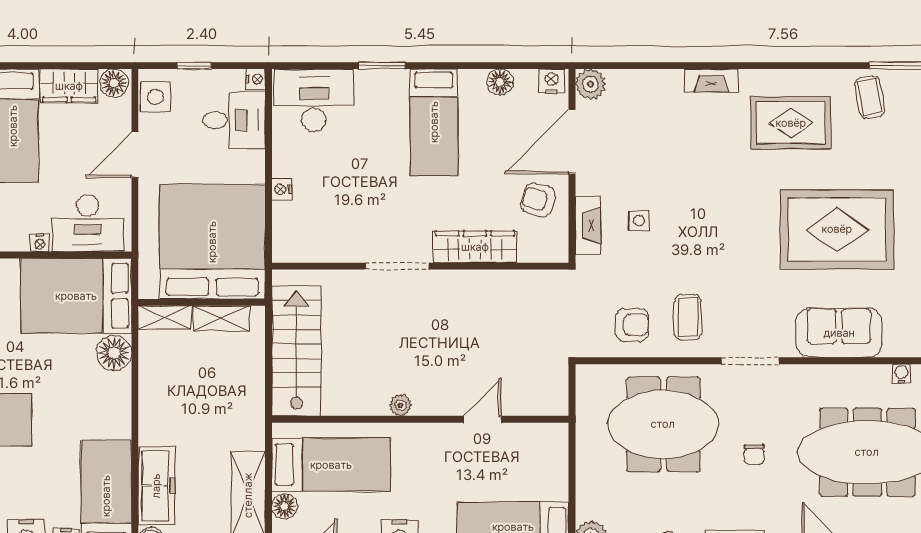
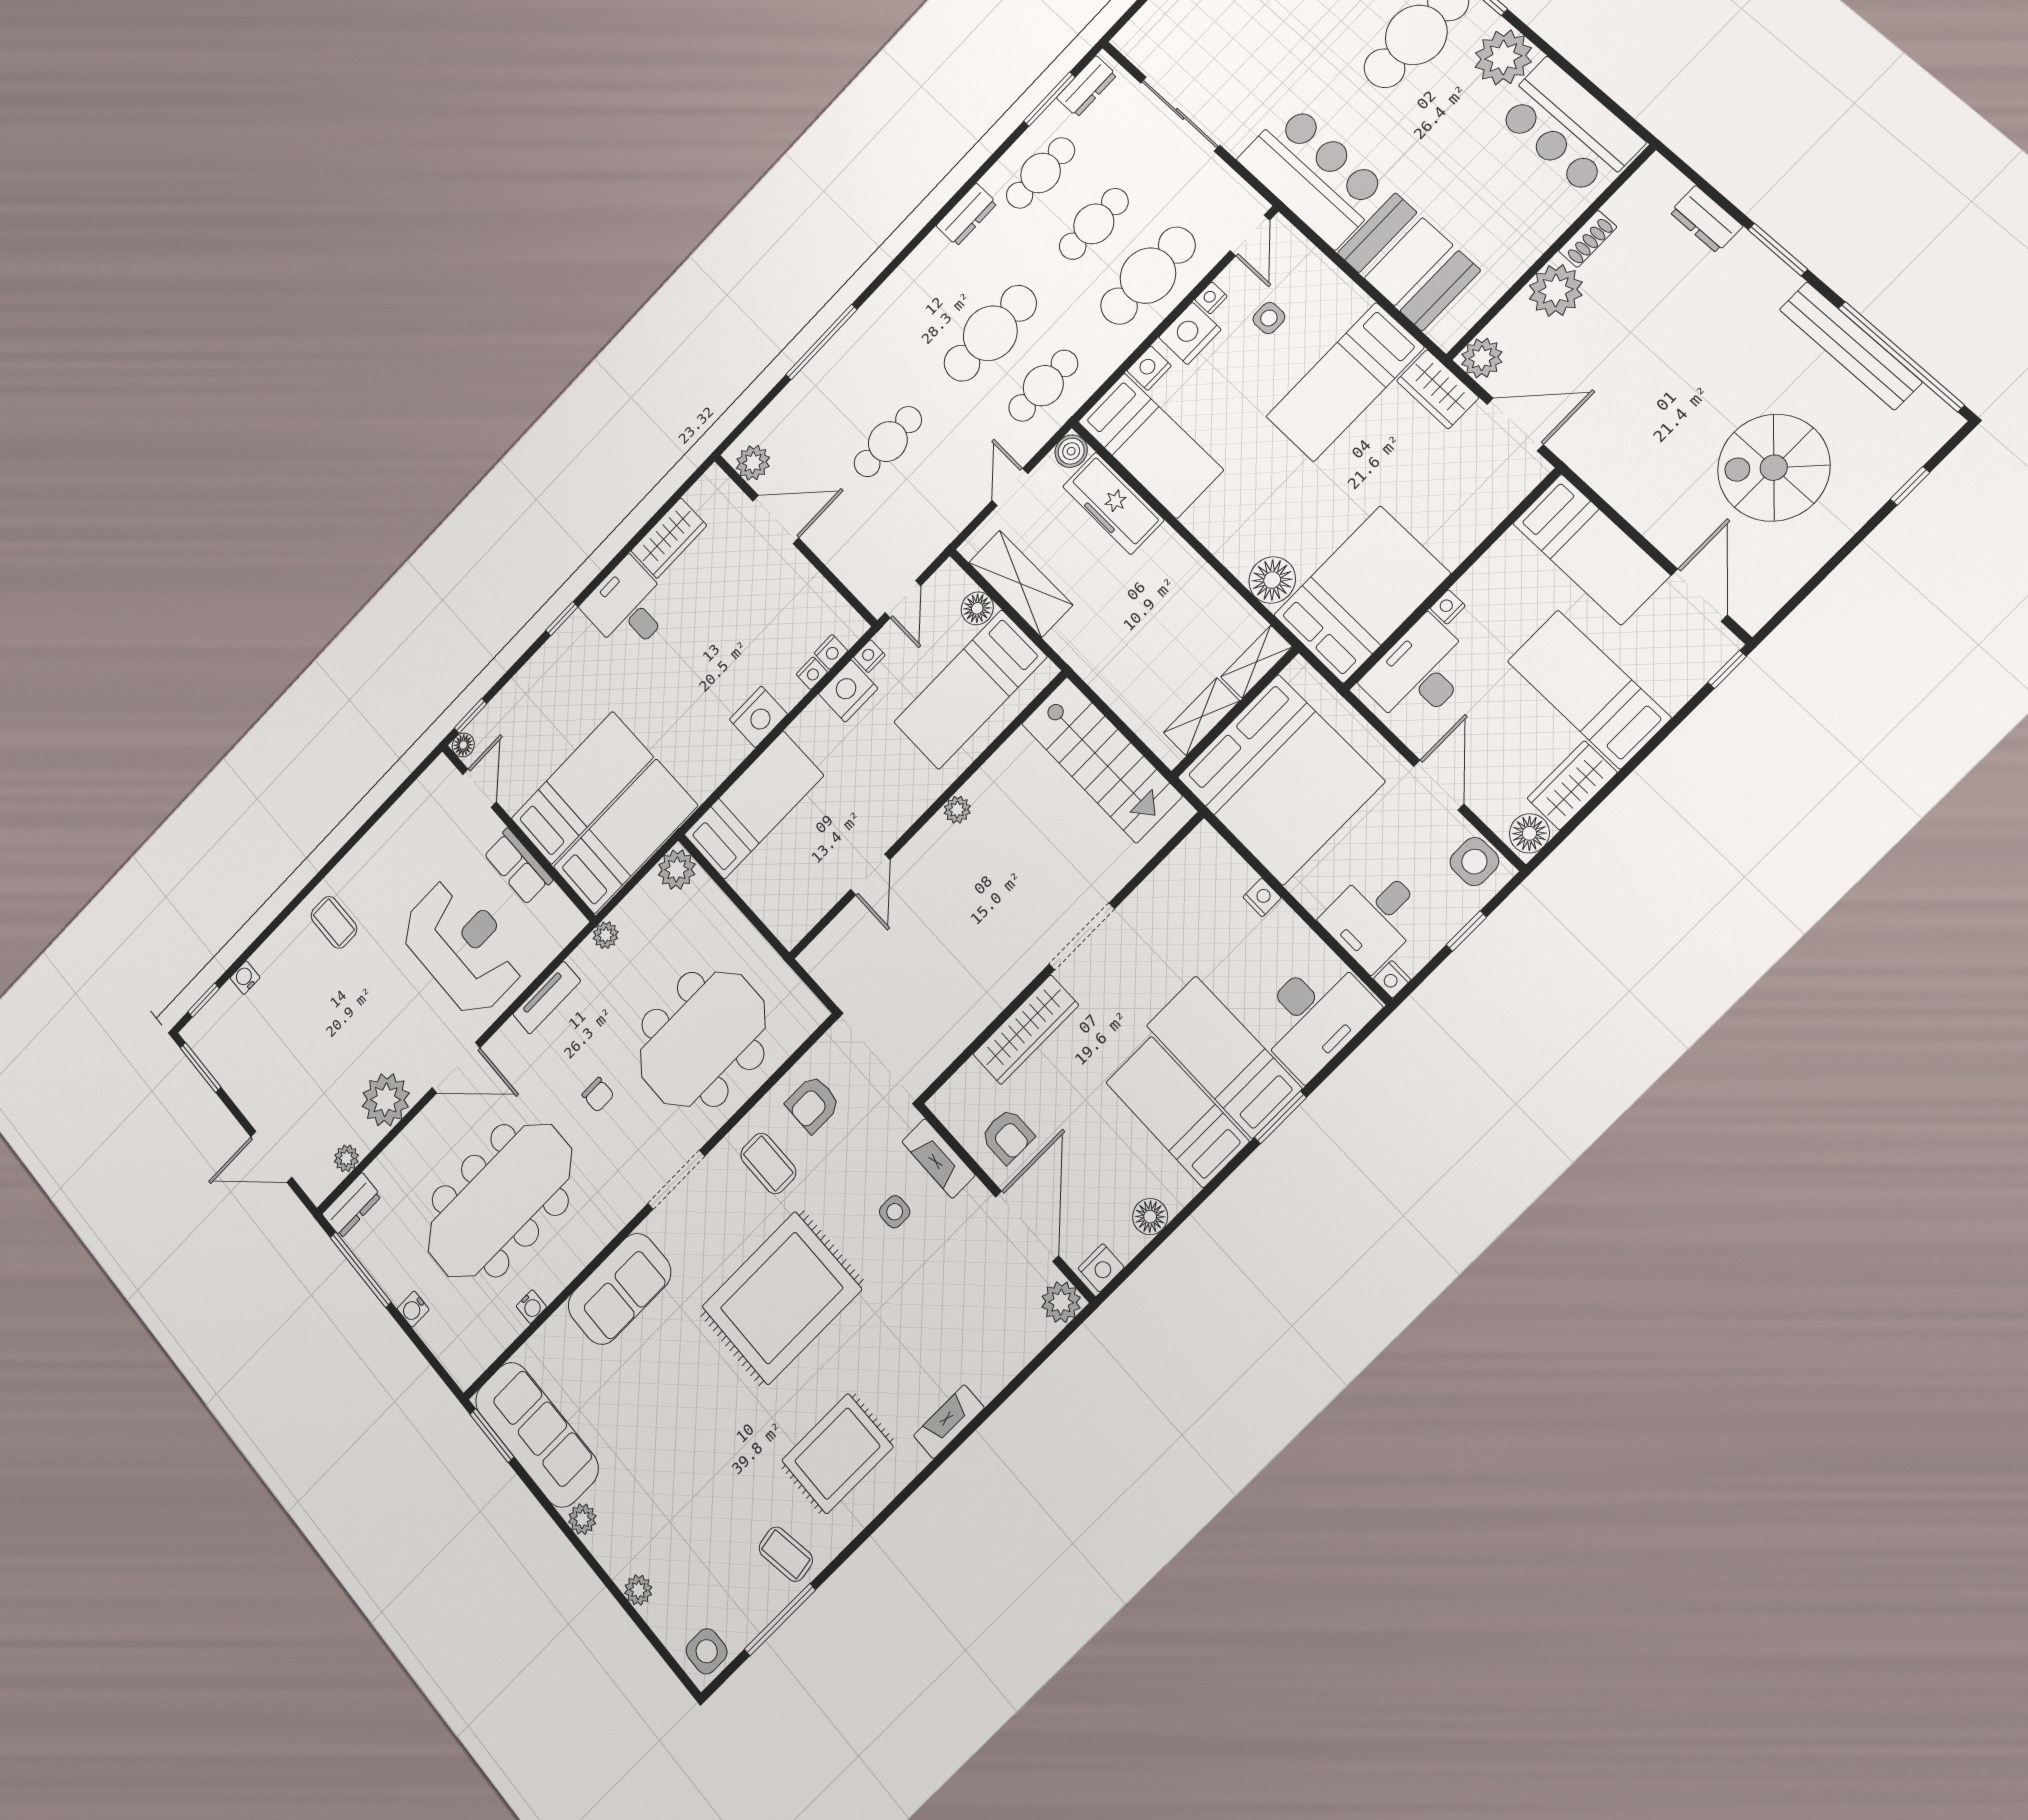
bed: (382, 126) -> (1224, 1057), added
armchair: (538, 200) -> (1007, 1136), turned 74
rug: (837, 229) -> (782, 1298), moved
chair: (754, 454) -> (598, 1095), turned 180

